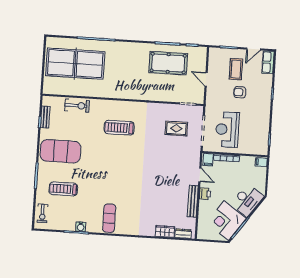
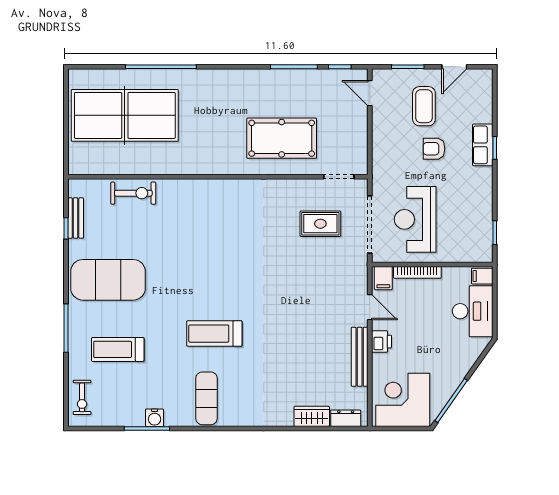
row of seats: (268, 62) -> (483, 145), moved
pool table: (168, 63) -> (282, 138), moved
door: (206, 79) -> (370, 93), moved
treadmill: (119, 128) -> (214, 334), moved
desk: (247, 200) -> (473, 311), moved, turned -35
corner desk: (226, 221) -> (403, 400), moved, turned 55

